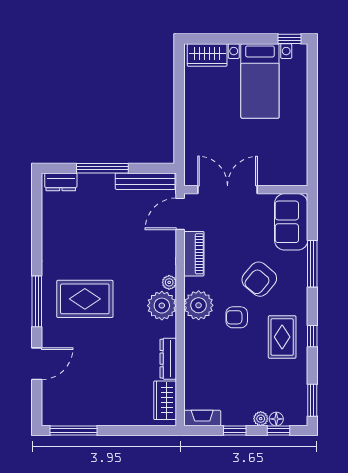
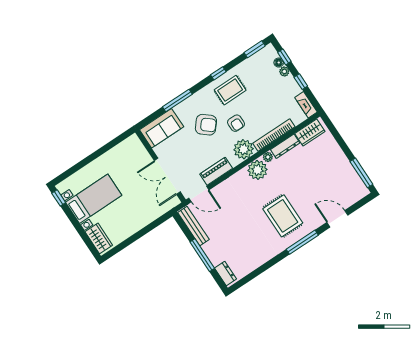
plant: (169, 282) -> (268, 157), moved
bookcase: (191, 354) -> (274, 135), added

